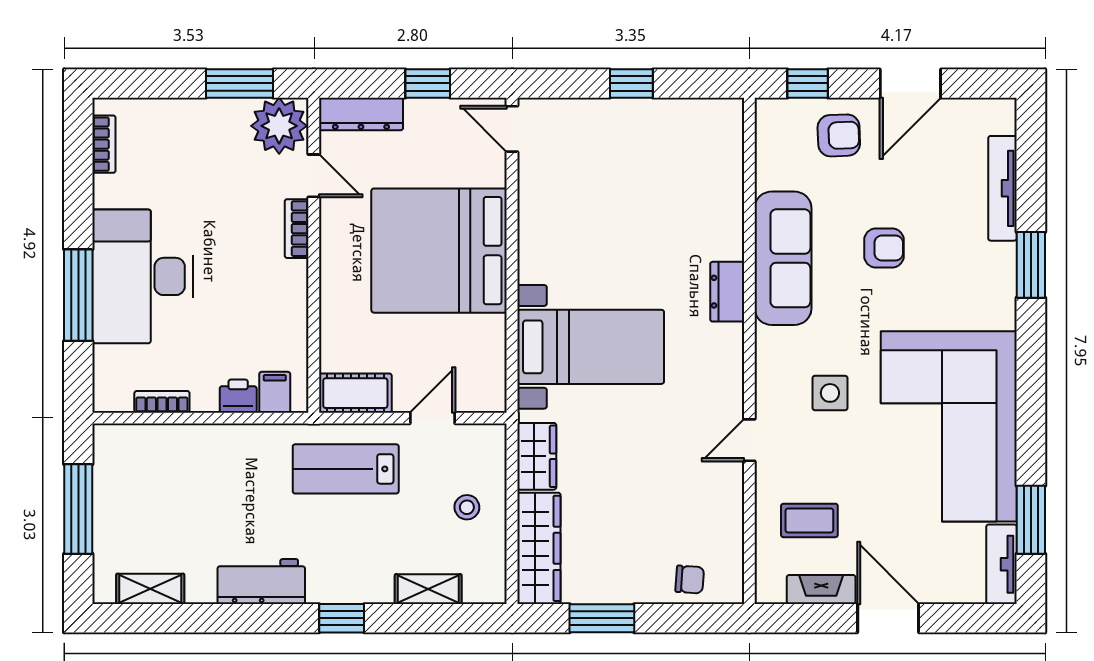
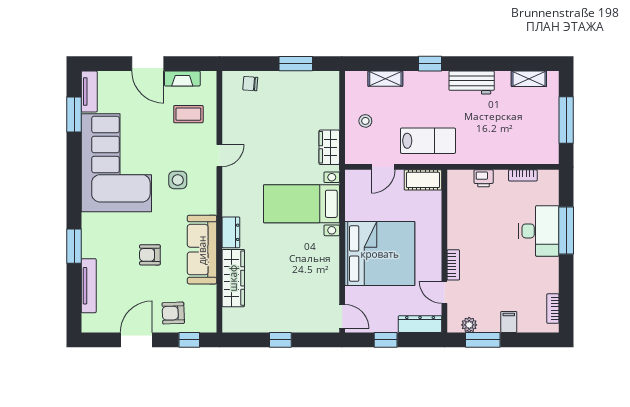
plant: (279, 126) -> (469, 325), width x0.53, depth x0.53
desk: (143, 276) -> (539, 231), width x0.73, depth x0.77
filing cabinet: (275, 392) -> (509, 322), moved, turned 180
wardrobe: (539, 548) -> (233, 278), moved, turned 180

